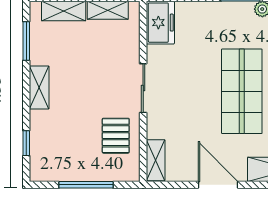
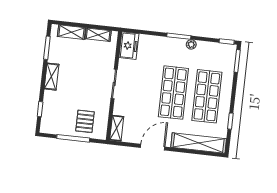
pallet: (116, 136) -> (85, 121), moved
door: (218, 185) -> (153, 147), hinge flipped

